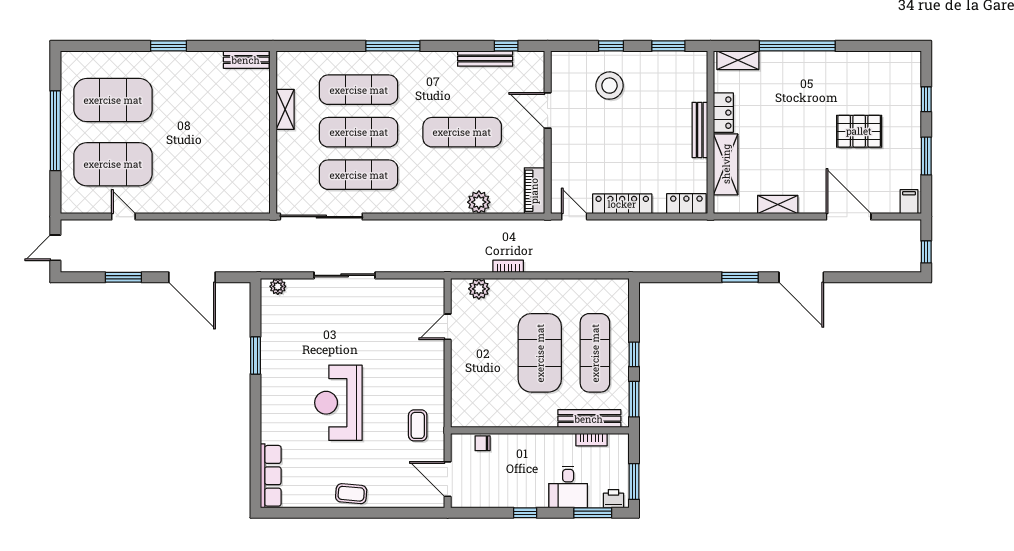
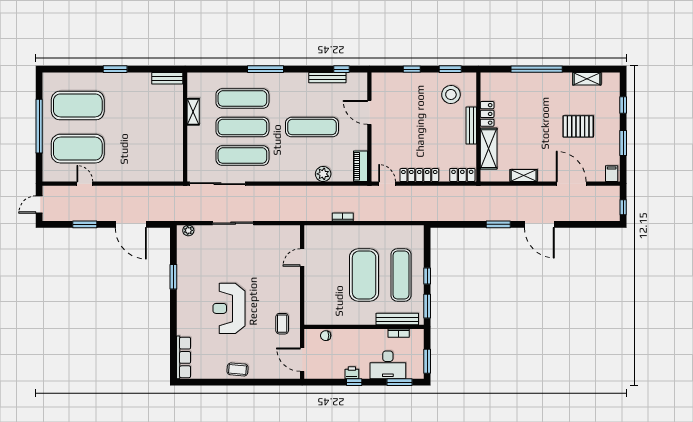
shelving: (738, 60) -> (587, 79), moved
stool: (610, 86) -> (451, 94), moved
plant: (479, 289) -> (323, 232), removed
desk: (568, 487) -> (388, 365), width x1.37
printer: (613, 499) -> (352, 373), moved

